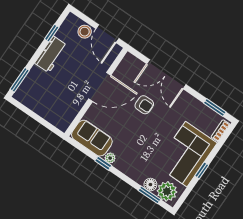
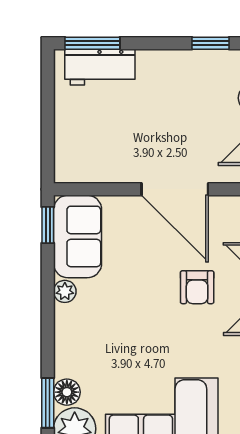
workbench: (51, 54) -> (100, 67), moved
window: (103, 163) -> (48, 225), moved

